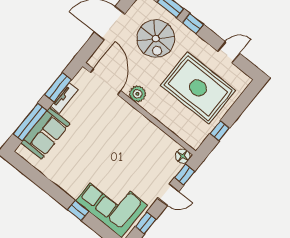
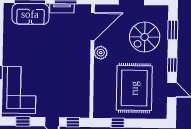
window: (193, 24) -> (172, 65), moved
floor lamp: (183, 156) -> (84, 112), removed

